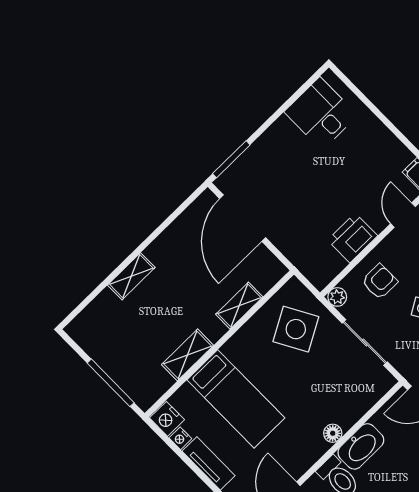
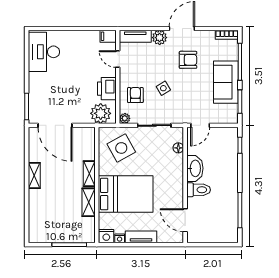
desk: (321, 114) -> (44, 52), width x1.37
plant: (314, 261) -> (101, 113), added
shelving: (131, 276) -> (34, 175), moved
shelving: (239, 306) -> (89, 174), moved
bed: (236, 399) -> (126, 194), width x1.50
floor lamp: (333, 433) -> (178, 148), moved

